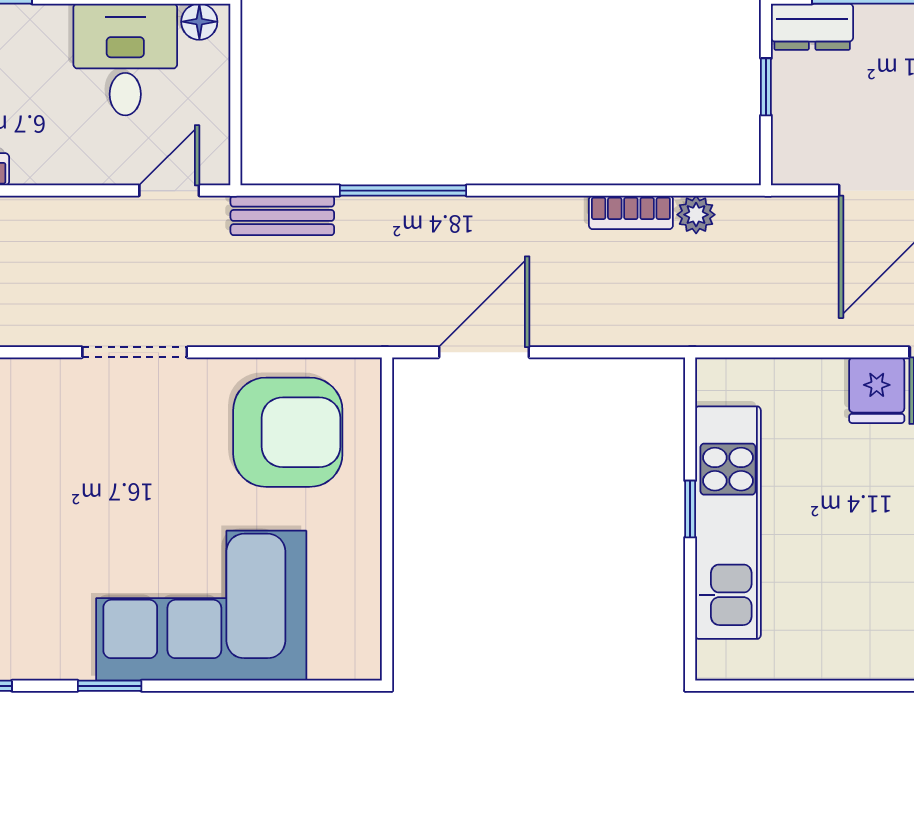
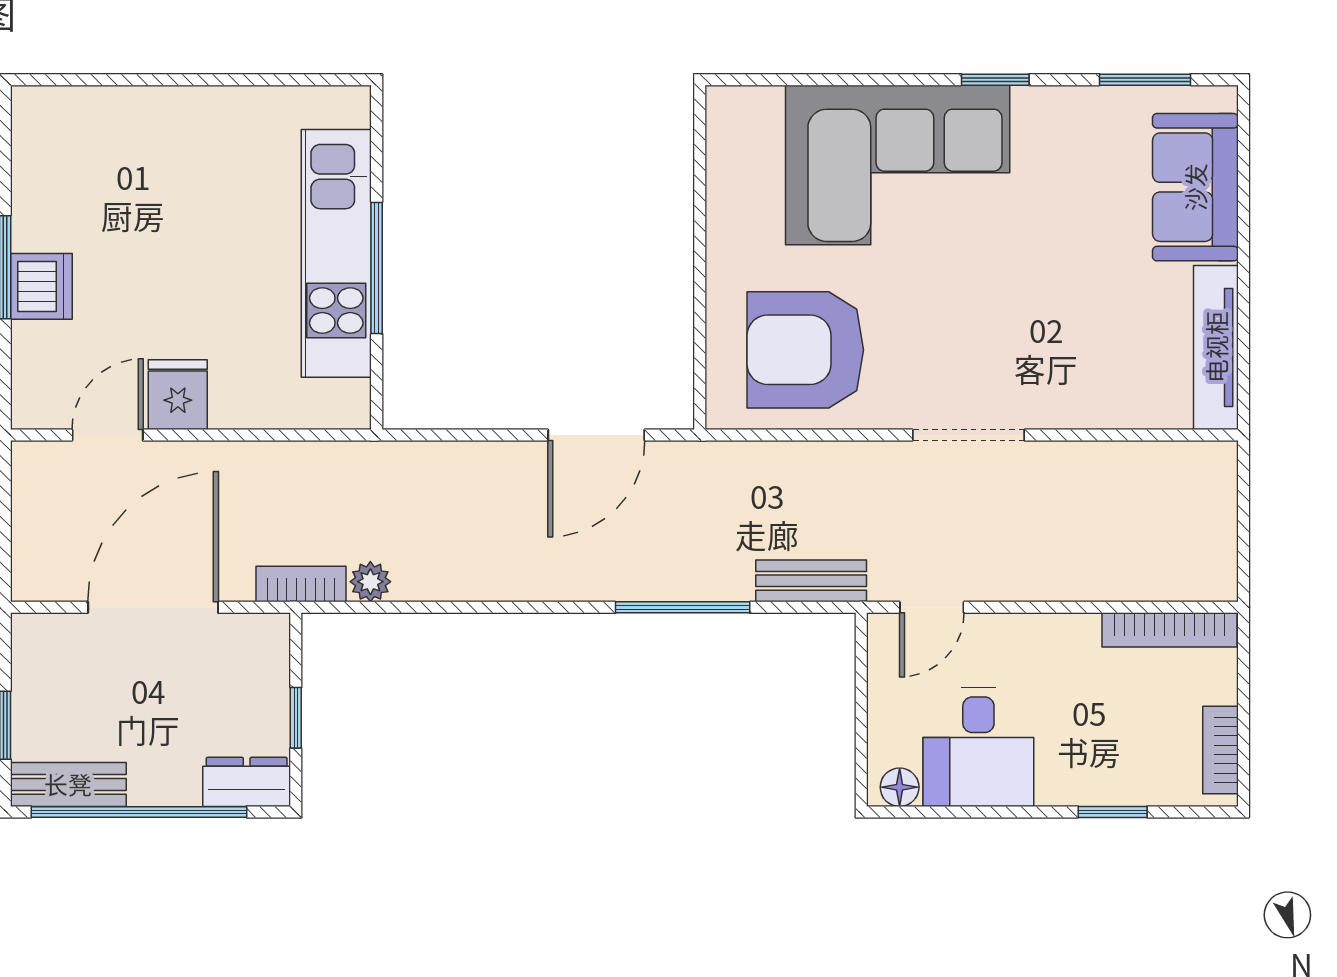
bookcase: (631, 212) -> (301, 584), moved
window: (690, 509) -> (377, 268), width x2.17

